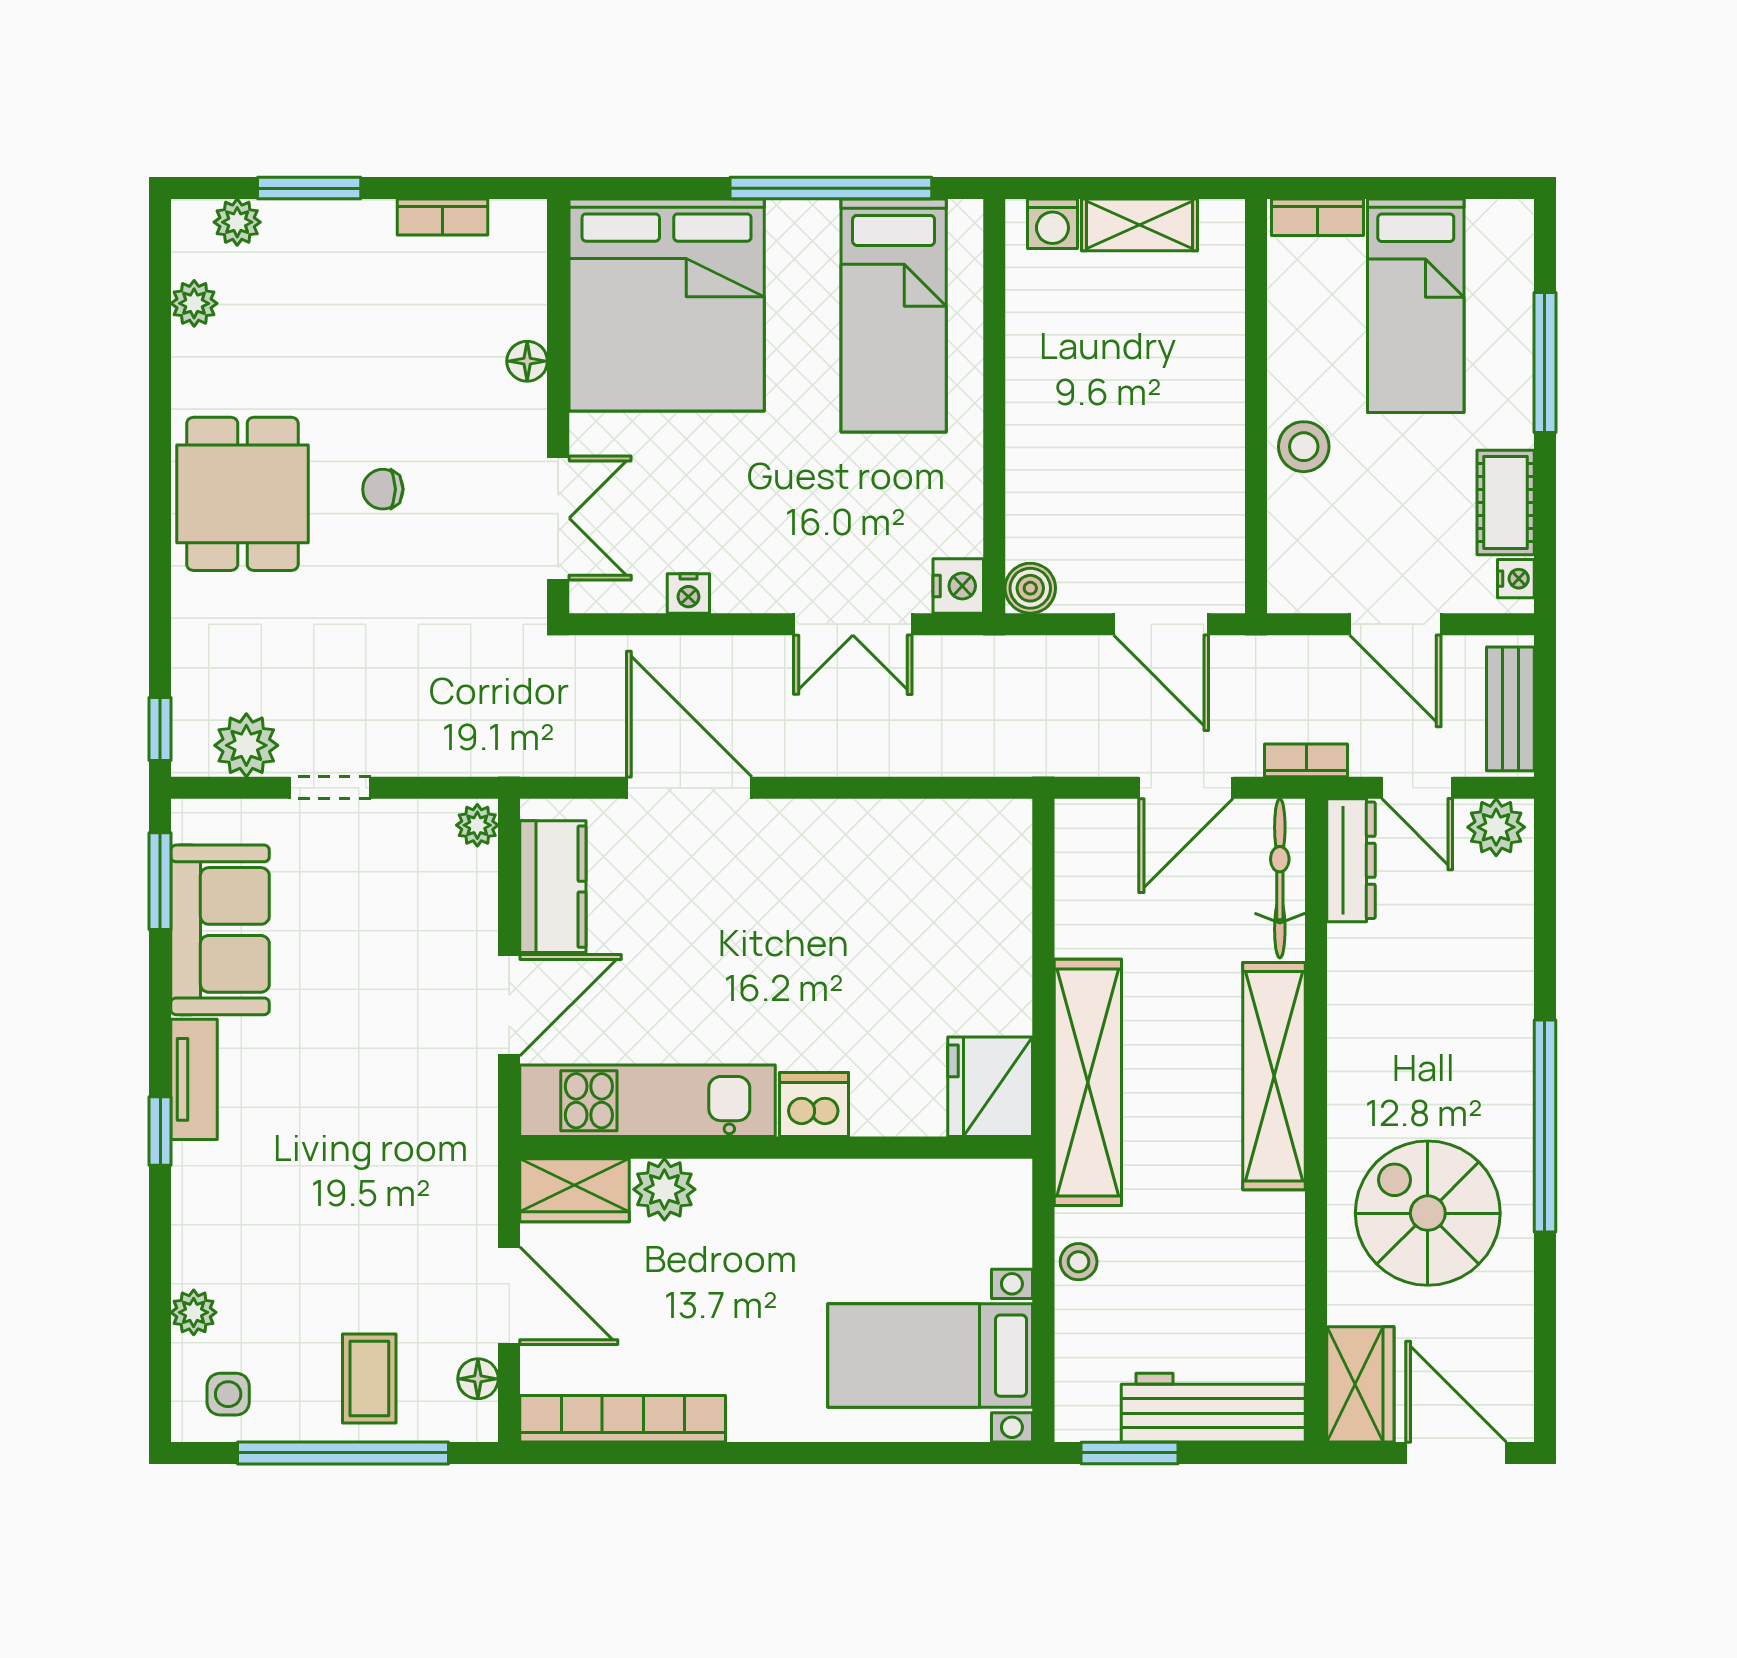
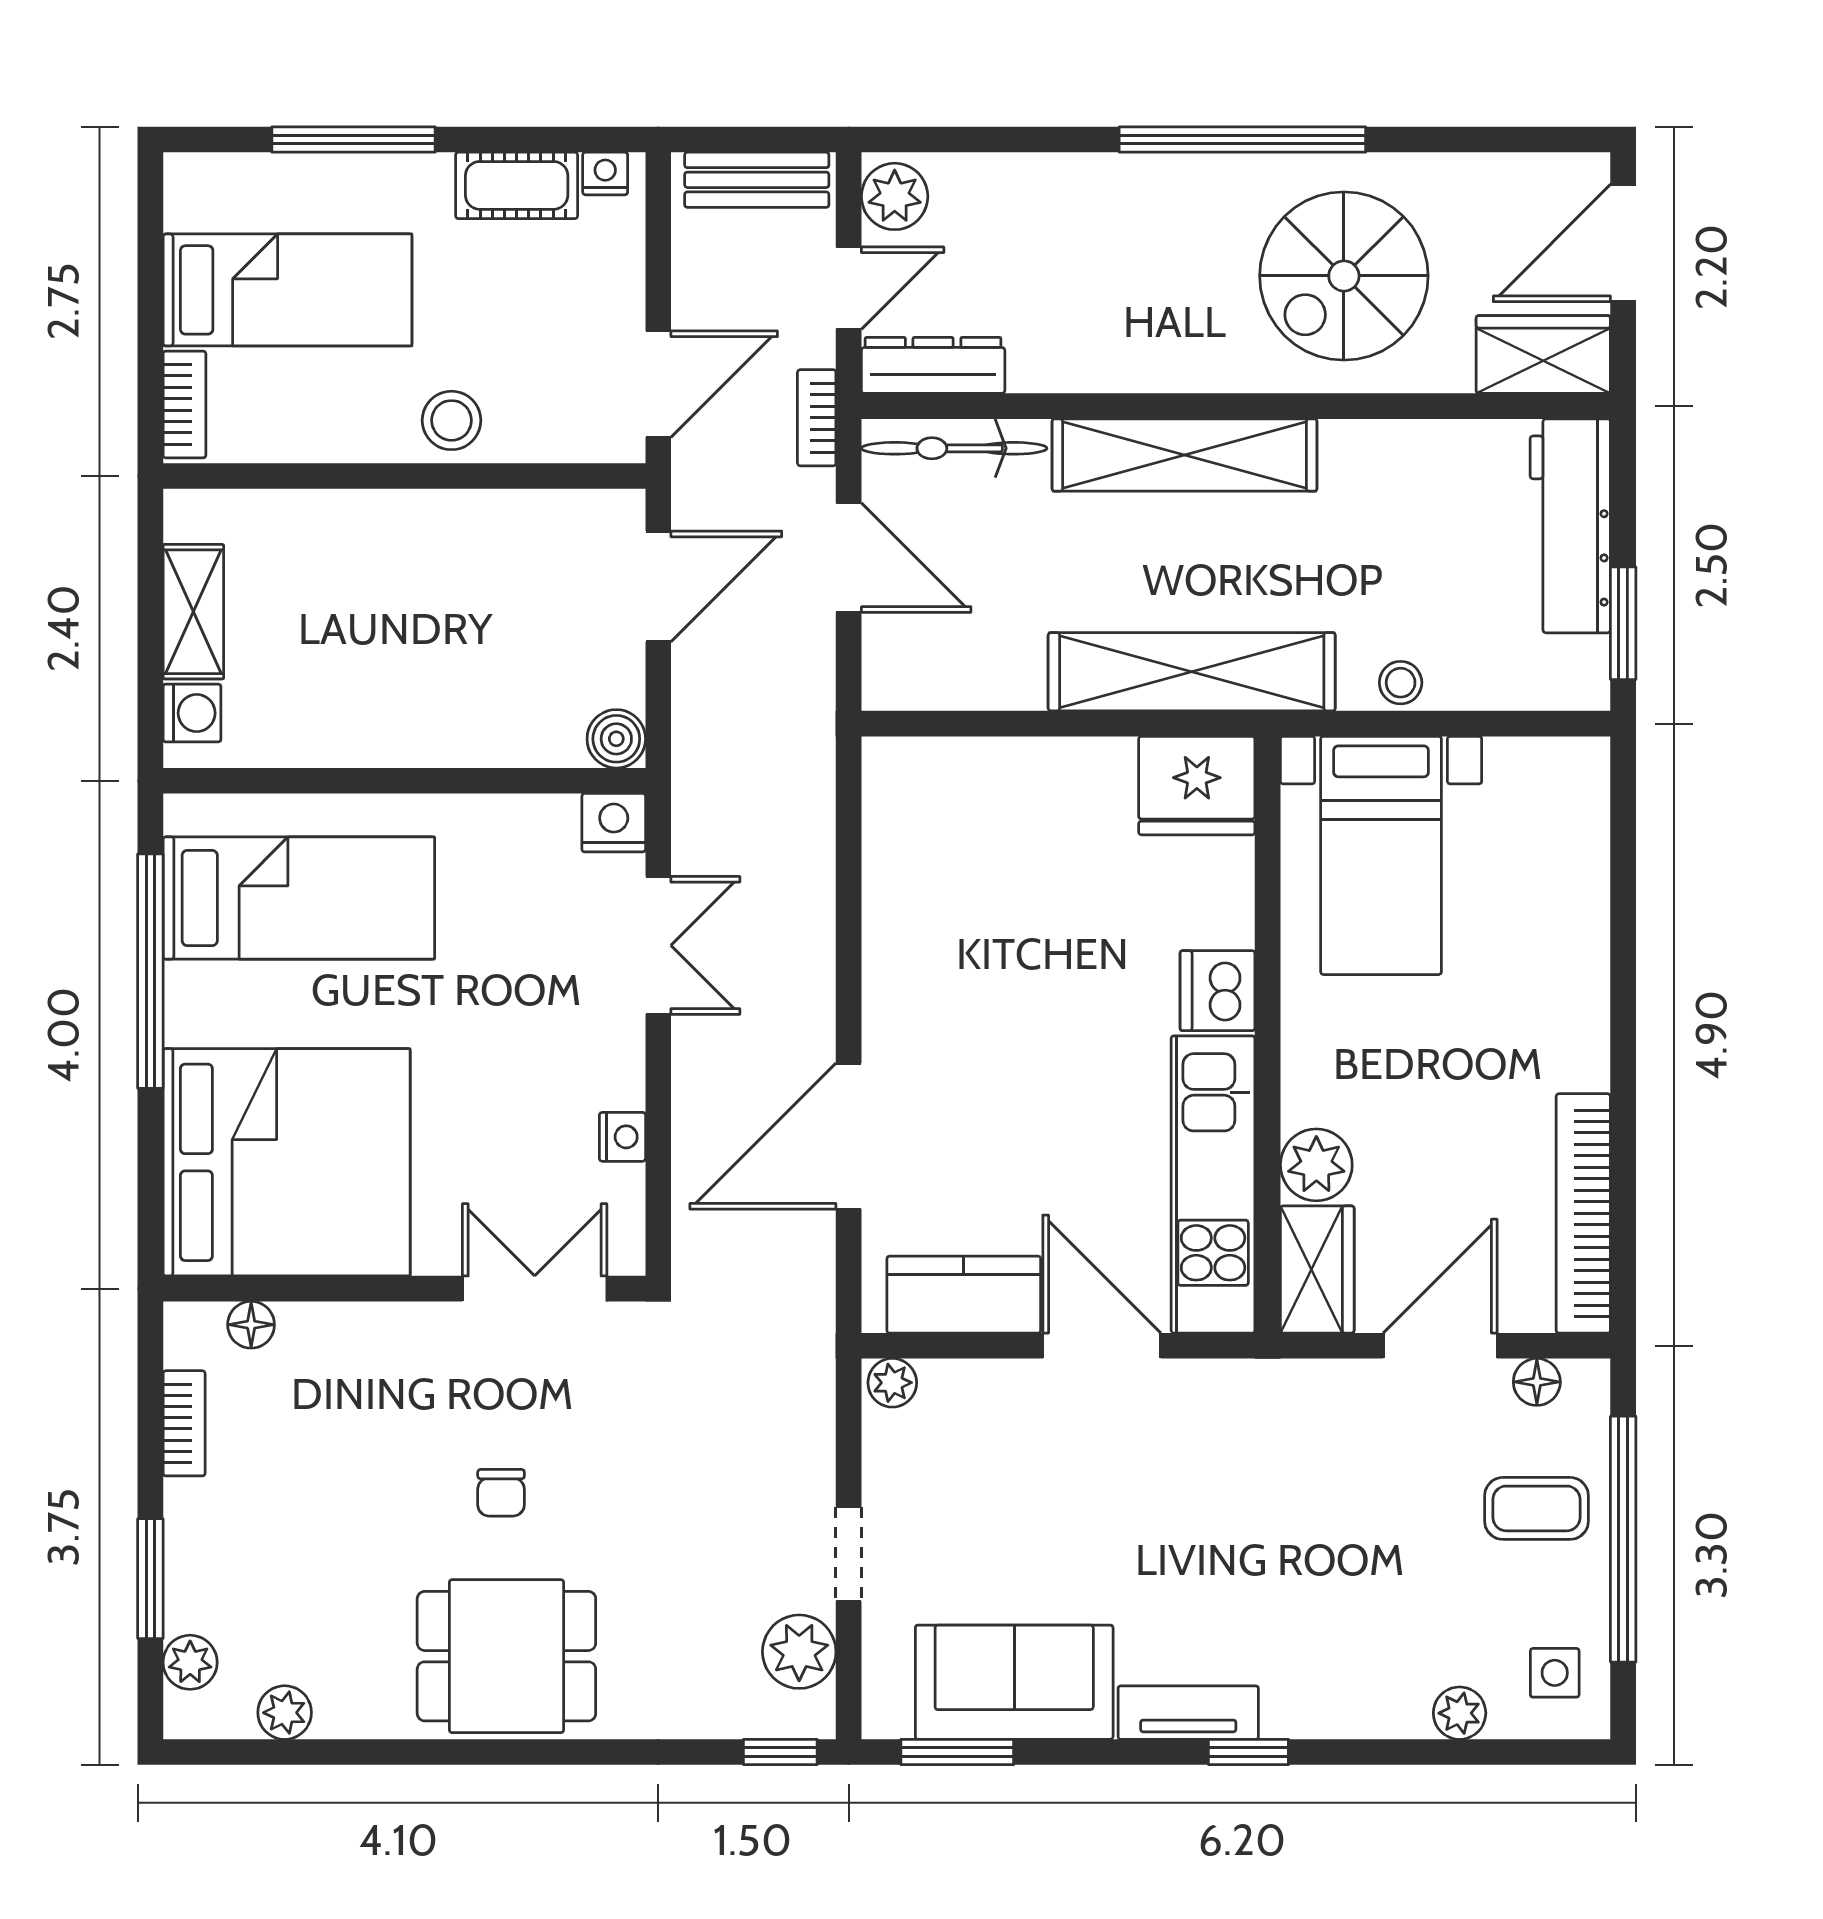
floor lamp: (527, 361) -> (251, 1325), moved
door: (1395, 624) -> (658, 384), moved
bed with nightstands: (930, 1356) -> (1381, 855), moved

